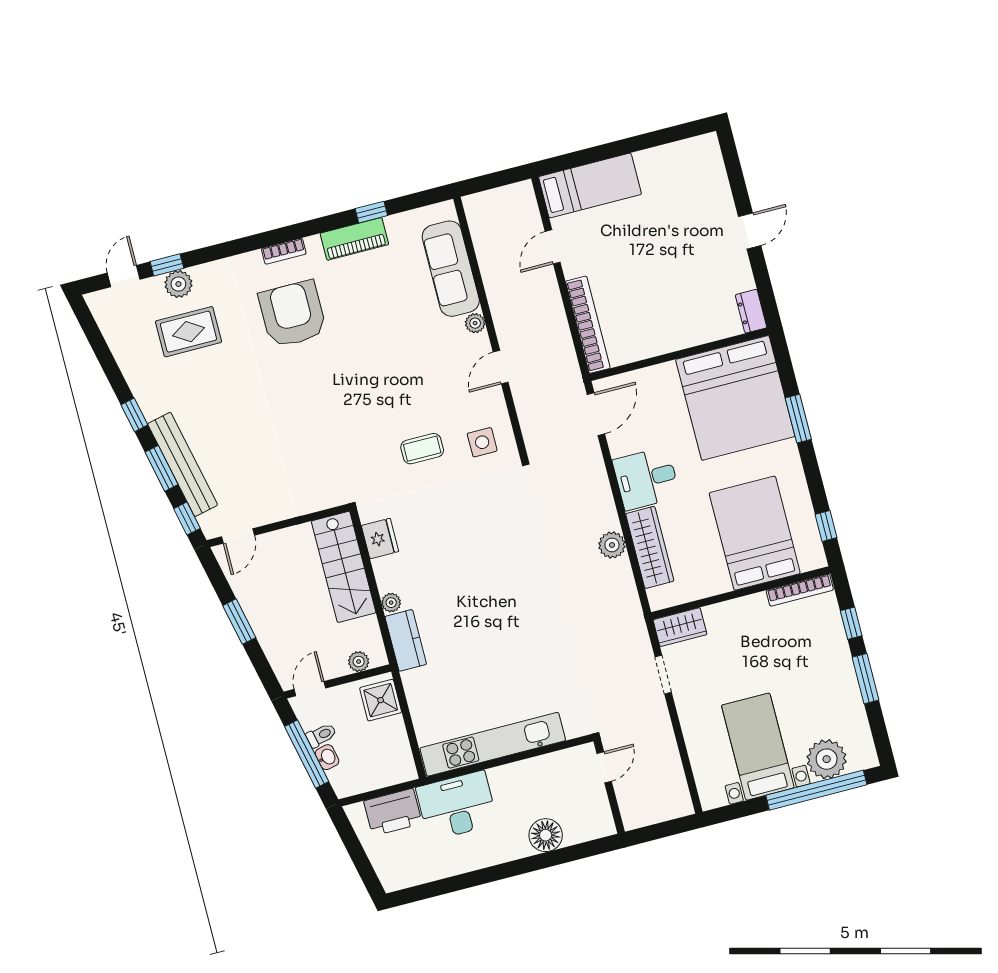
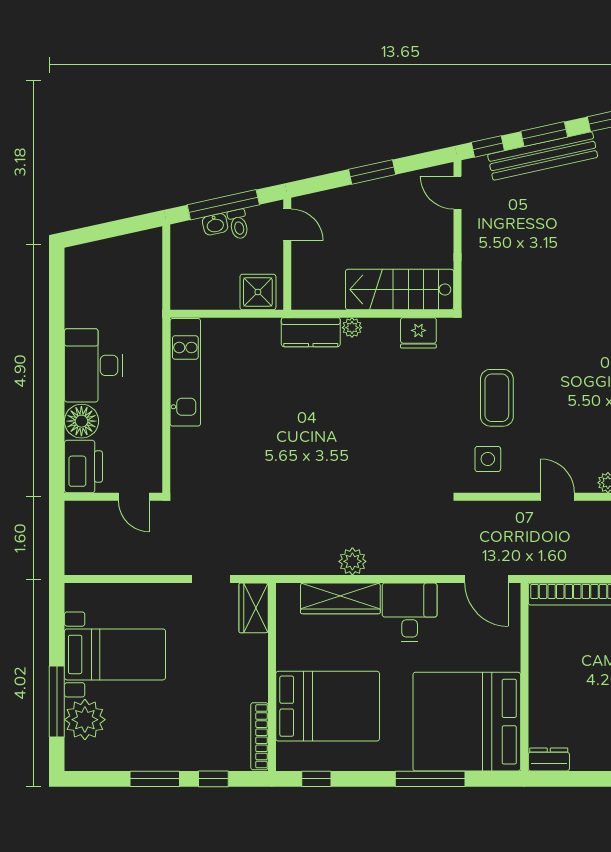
window: (798, 419) -> (430, 779), width x1.44
coffee table: (422, 449) -> (497, 398), width x1.36, depth x1.30
plant: (359, 662) -> (302, 280), removed
kitchen unit: (493, 744) -> (185, 372), width x0.73
window: (816, 790) -> (57, 701), width x0.68
desk: (457, 806) -> (93, 365), moved, turned 180
printer: (393, 812) -> (83, 466), moved, turned 180

